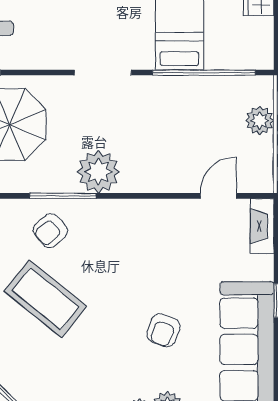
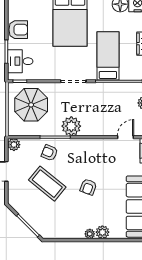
armchair: (50, 231) -> (49, 153), turned 63
armchair: (164, 330) -> (88, 187), moved

